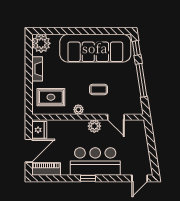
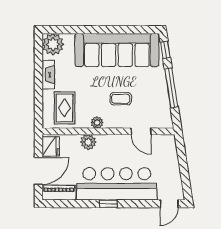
rug: (51, 97) -> (64, 108), turned 90
plant: (94, 126) -> (88, 142), moved
bar counter: (95, 161) -> (117, 184), width x1.36

